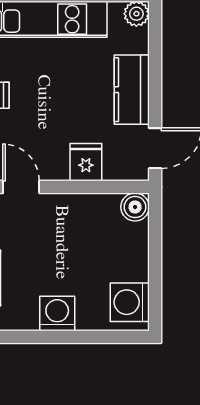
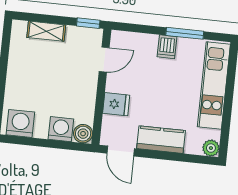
washing machine: (57, 313) -> (61, 129), moved, turned -90

